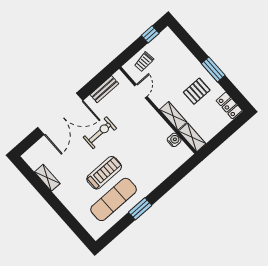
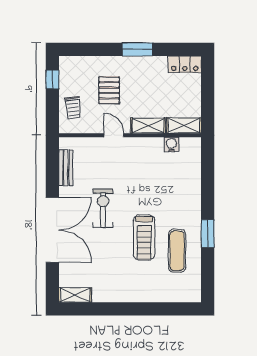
door: (141, 91) -> (114, 135), moved
pallet: (197, 91) -> (109, 90), moved
treadmill: (104, 173) -> (144, 237), turned 180
shelving: (47, 178) -> (75, 295), moved
exercise mat: (114, 199) -> (177, 251), width x0.73, depth x0.69

